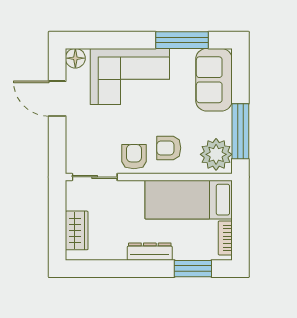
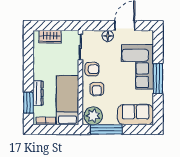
window: (182, 40) -> (158, 79), moved
floor lamp: (75, 58) -> (108, 36), moved
armchair: (169, 148) -> (97, 89), turned 180
dresser: (150, 252) -> (38, 93), moved

